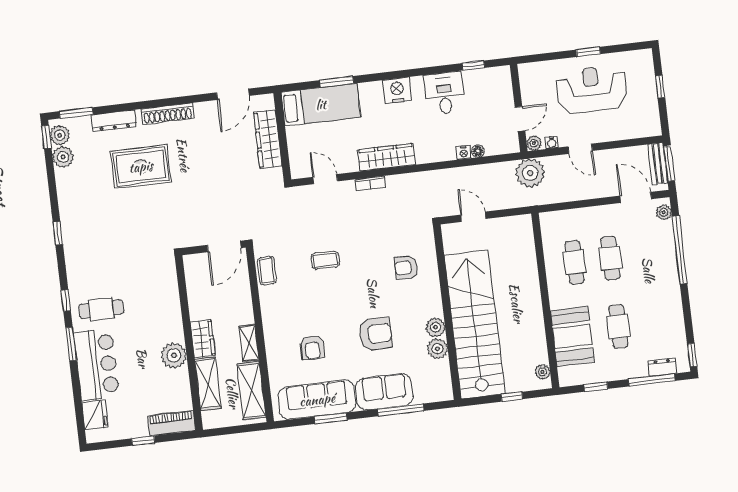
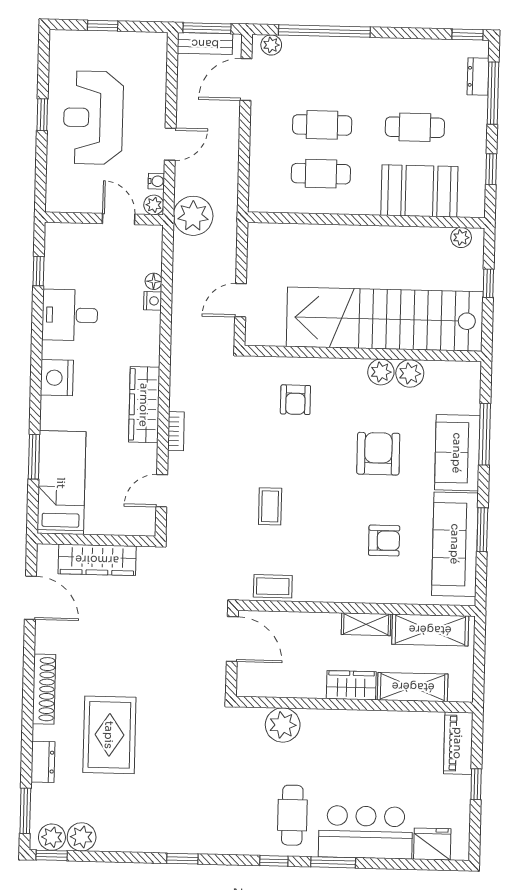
dresser: (114, 121) -> (43, 762), width x0.70
plant: (174, 355) -> (283, 725), moved

